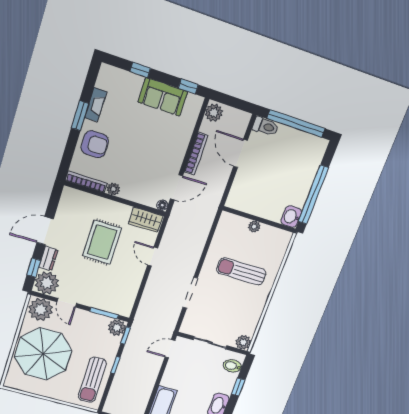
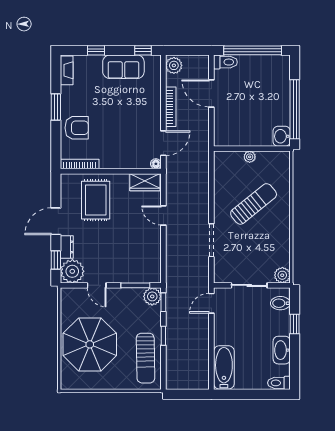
fireplace: (96, 105) -> (67, 70), moved
plant: (113, 189) -> (106, 163), removed
rug: (102, 242) -> (96, 200), moved
sun lounger: (241, 271) -> (254, 204), turned 141
plant: (41, 310) -> (74, 300), removed

